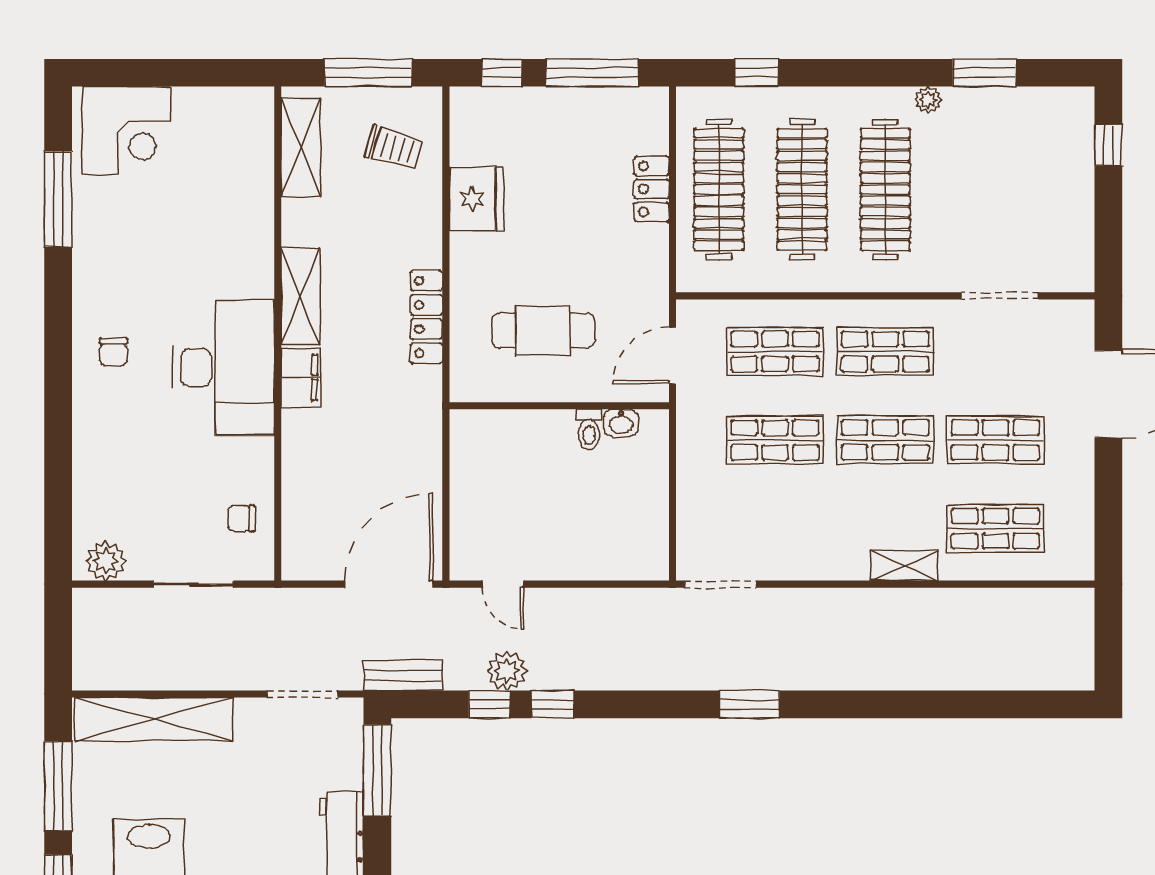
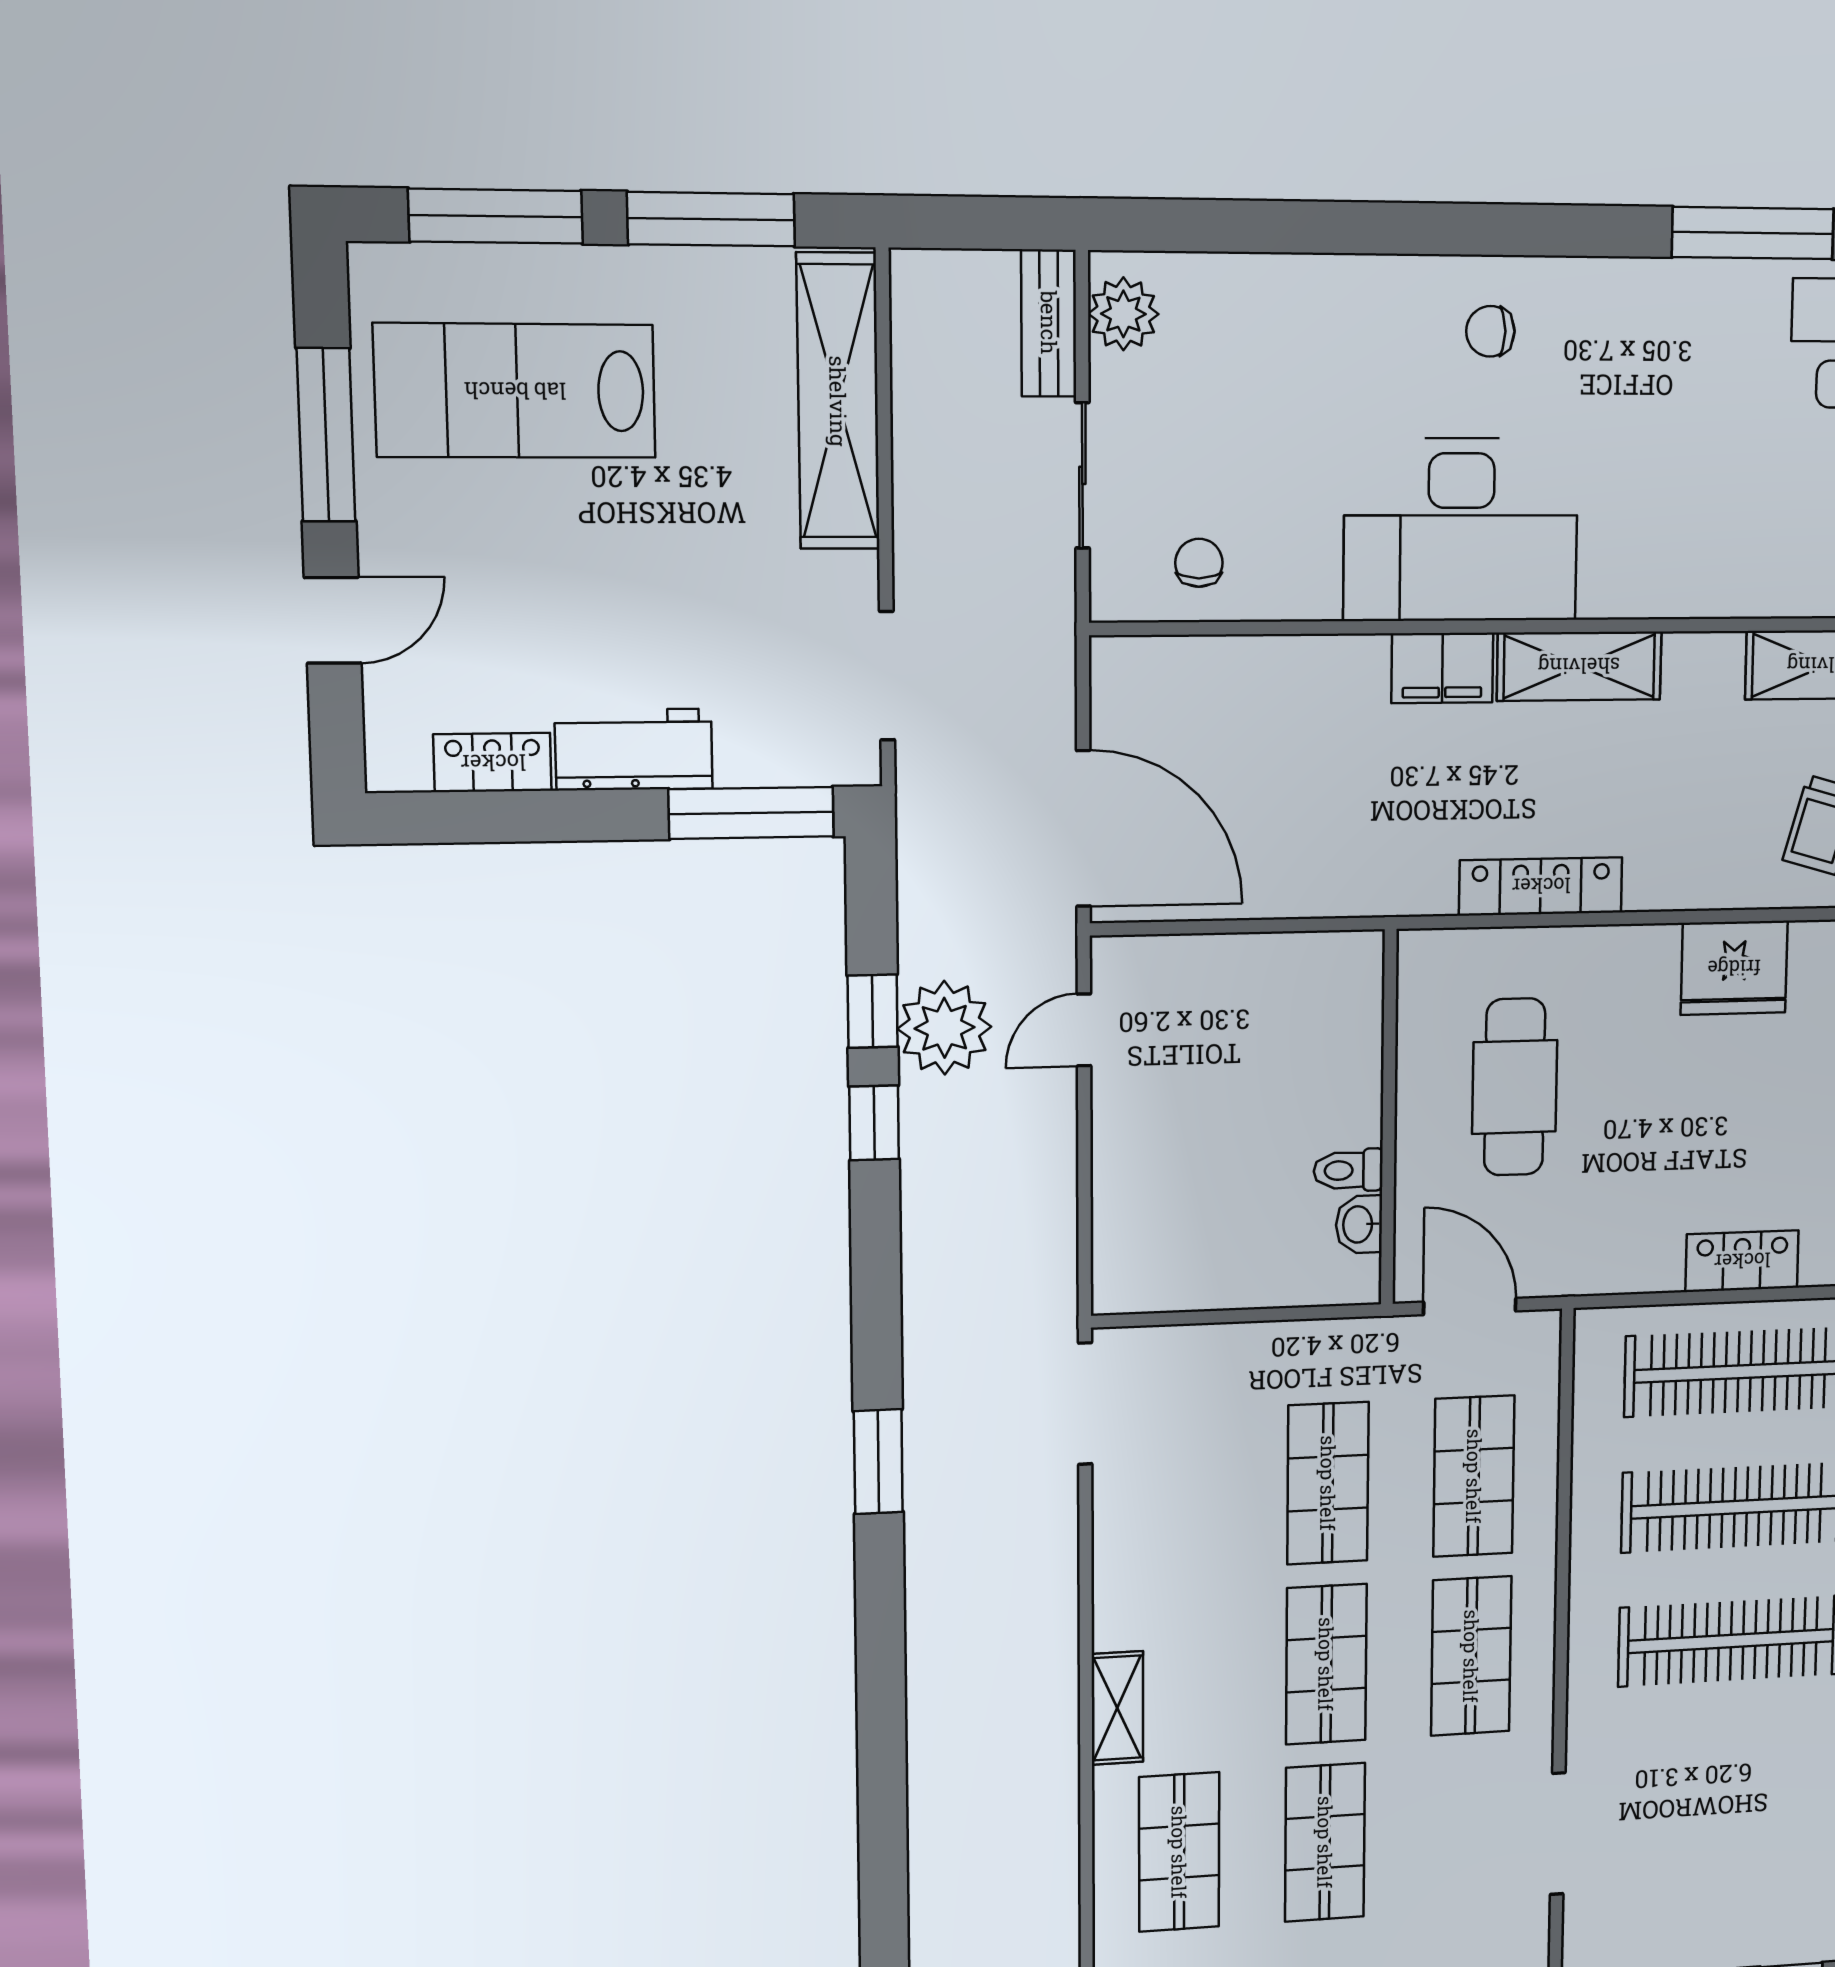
plant: (507, 671) -> (944, 1028), width x1.36, depth x1.36
bench: (403, 675) -> (1049, 323), moved

